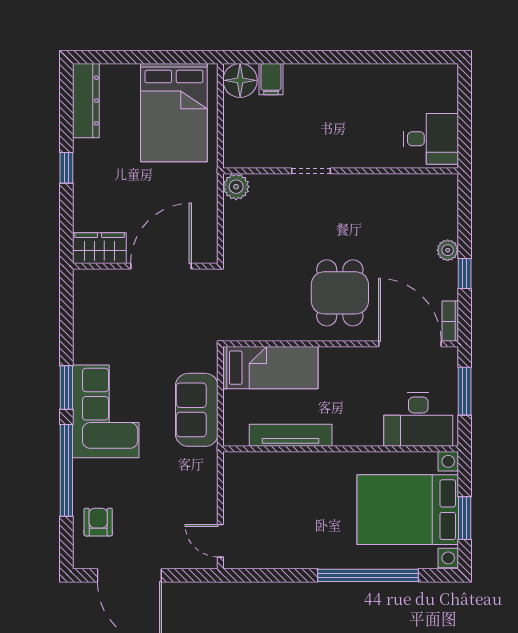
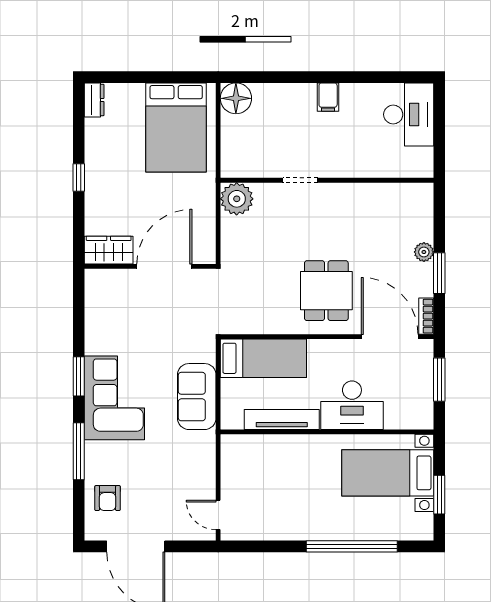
filing cabinet: (271, 79) -> (328, 97), moved
dresser: (86, 101) -> (94, 100), width x0.51, depth x0.80
desk: (431, 139) -> (409, 114), moved, width x1.37
plant: (236, 187) -> (237, 199), width x1.36, depth x1.36
window: (465, 274) -> (439, 273), width x1.50
desk: (418, 419) -> (352, 405), moved
window: (66, 470) -> (79, 451), width x0.68
bed with nightstands: (408, 510) -> (388, 473), width x0.73
armchair: (98, 522) -> (108, 498), turned 180

